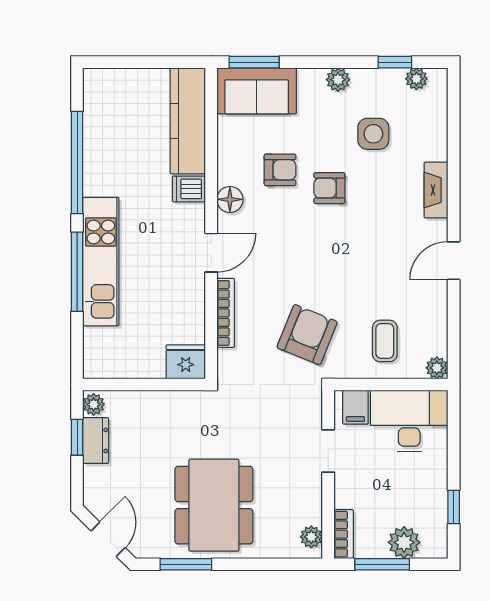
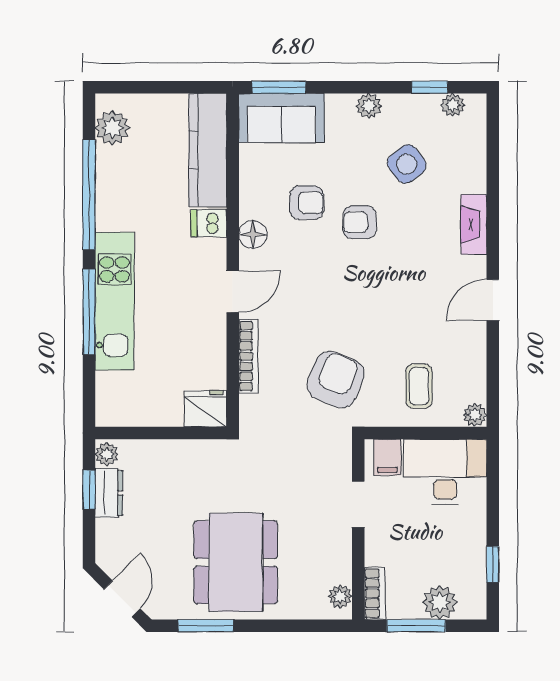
plant: (99, 100) -> (112, 128), added
side table: (373, 134) -> (407, 164), turned -38

